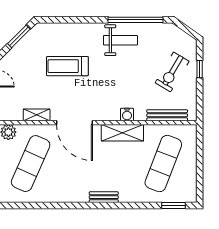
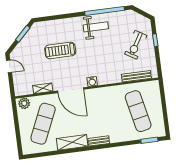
water cooler: (127, 115) -> (92, 82), moved
shelving: (122, 133) -> (72, 142), moved
exercise mat: (163, 164) -> (138, 111), turned -33

